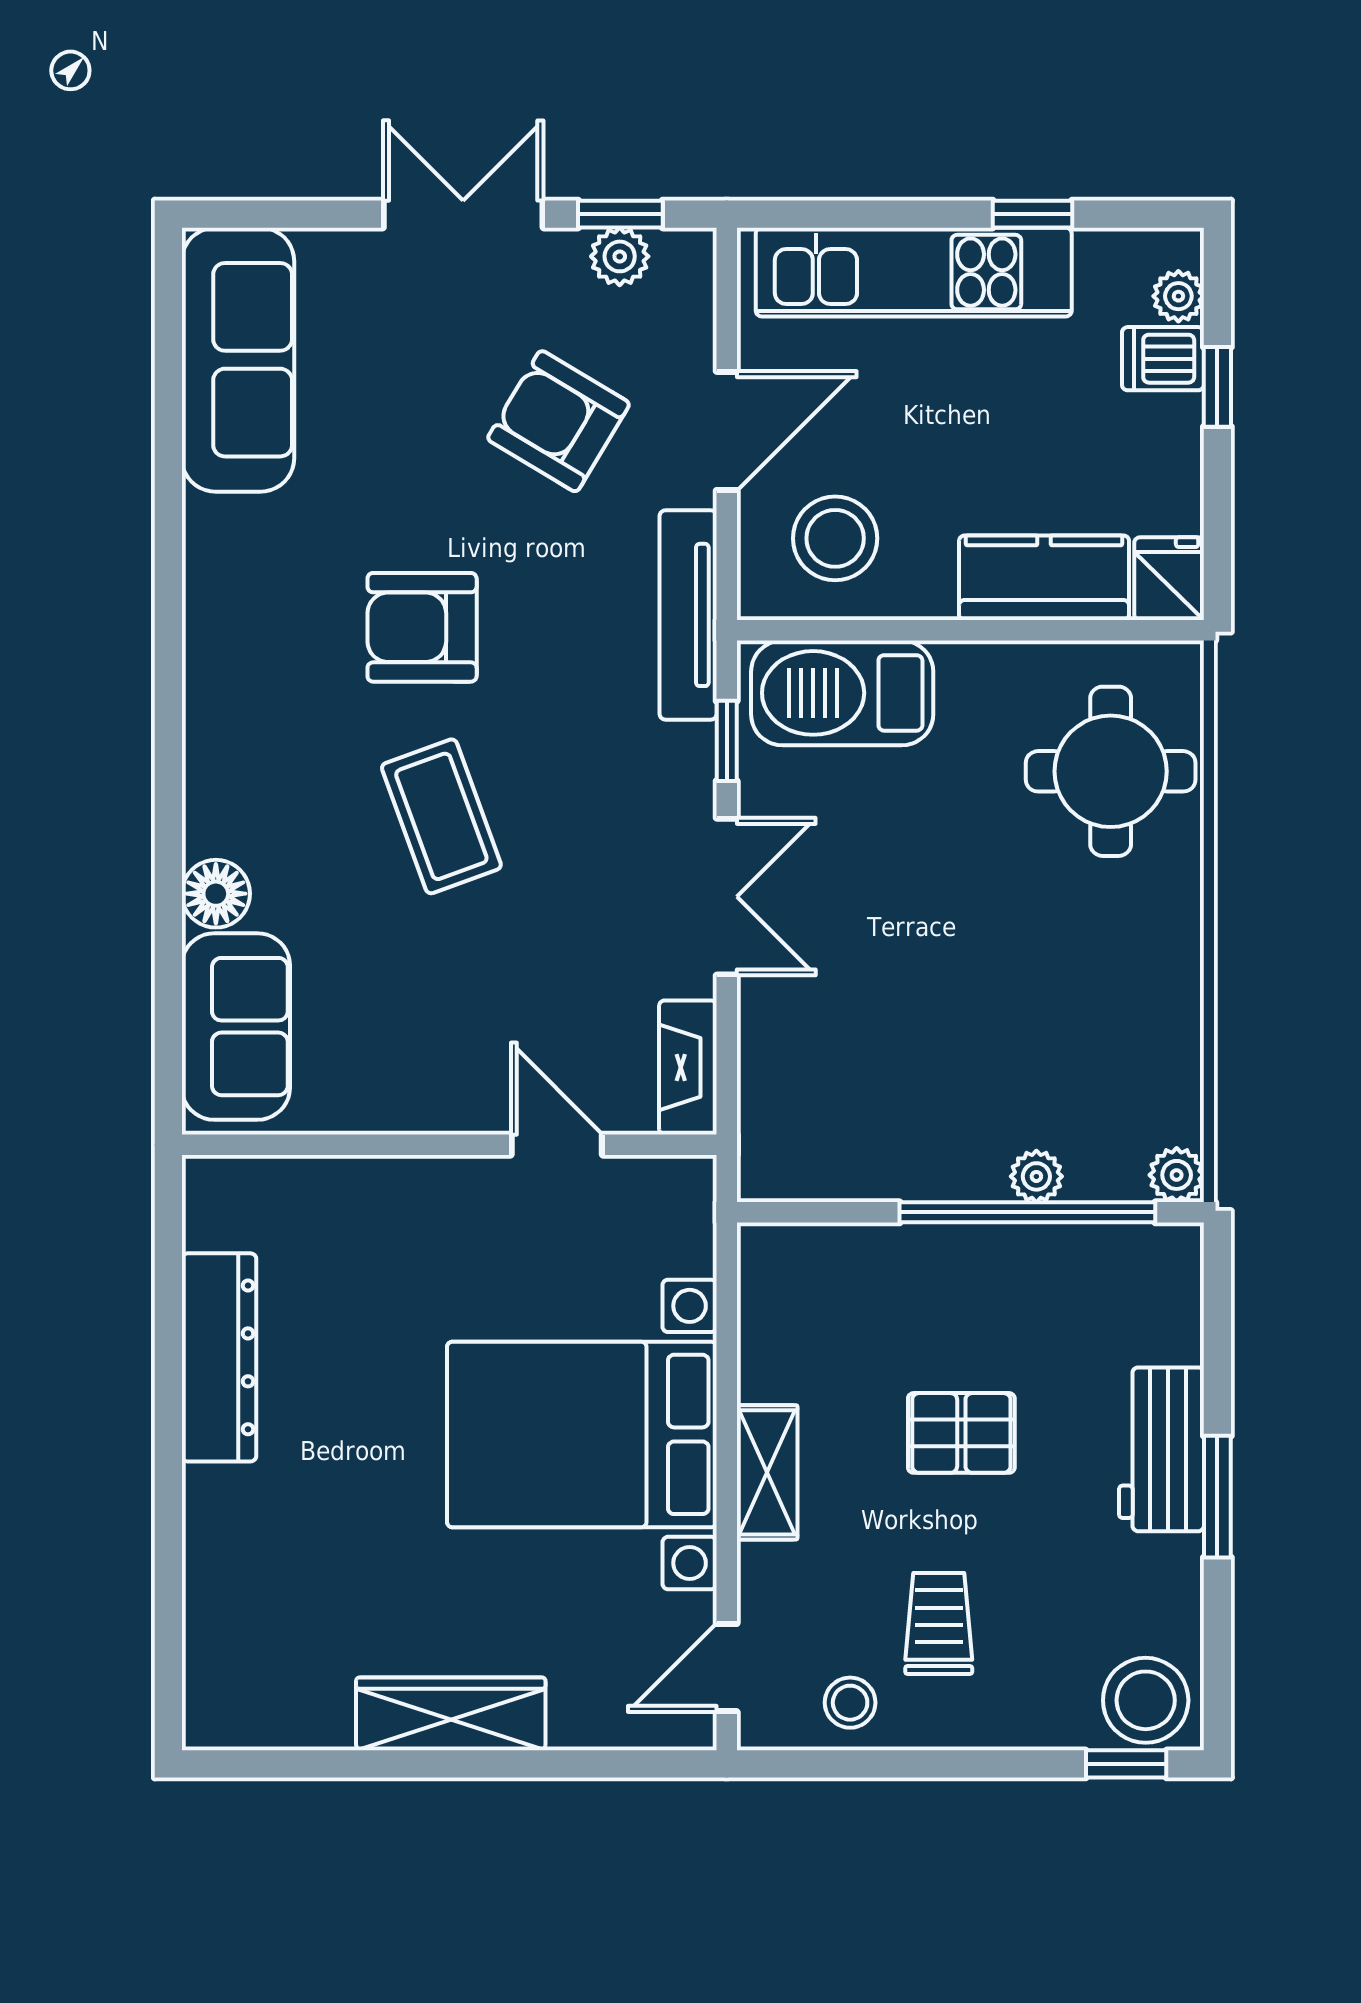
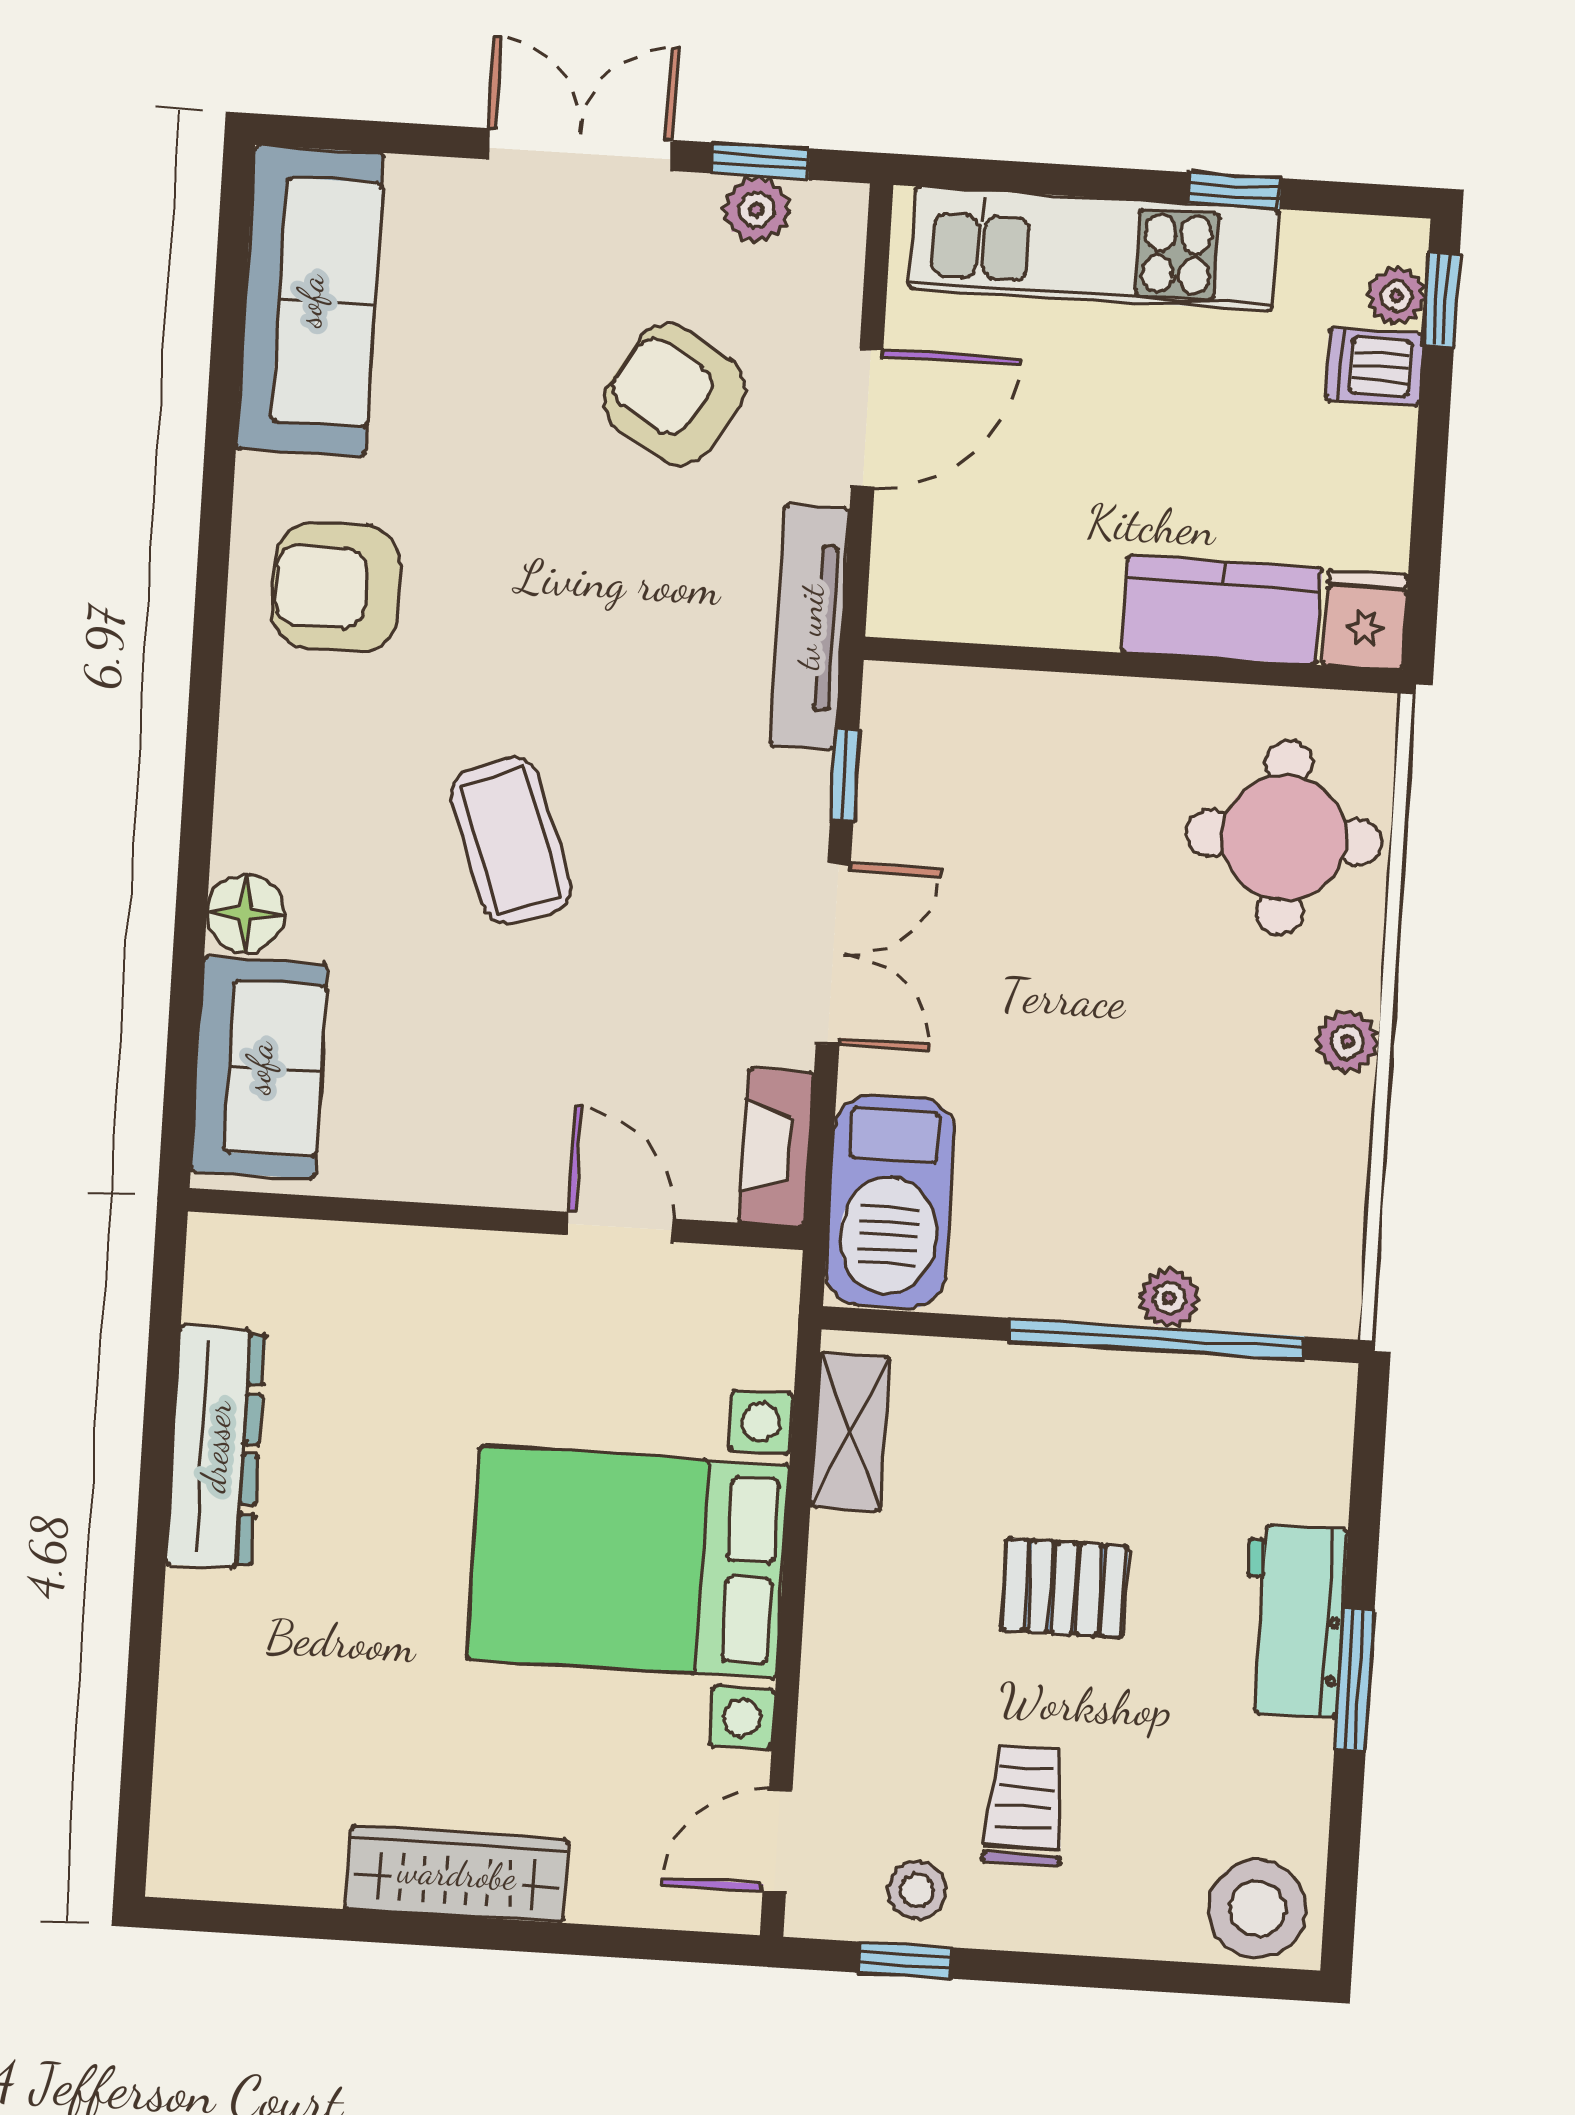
window: (1217, 387) -> (1441, 300), moved
stool: (835, 538) -> (984, 550), removed
armchair: (422, 627) -> (336, 587), moved
barbecue: (842, 693) -> (890, 1202), moved, turned -90
plant: (1177, 1175) -> (1347, 1042), moved
shelving: (767, 1472) -> (850, 1432), moved
window: (1126, 1764) -> (905, 1960), moved

